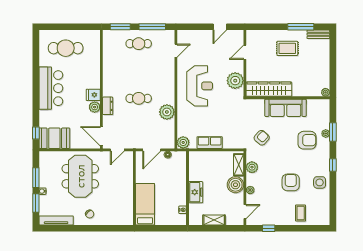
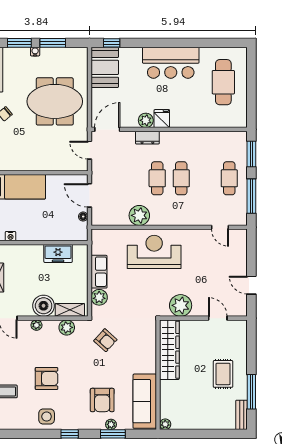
cafe table: (139, 80) -> (181, 178), added
reception desk: (200, 86) -> (154, 252), moved, turned 180
sofa: (285, 108) -> (145, 401), moved
plant: (183, 142) -> (99, 297), moved
freezer: (196, 192) -> (58, 253), moved

